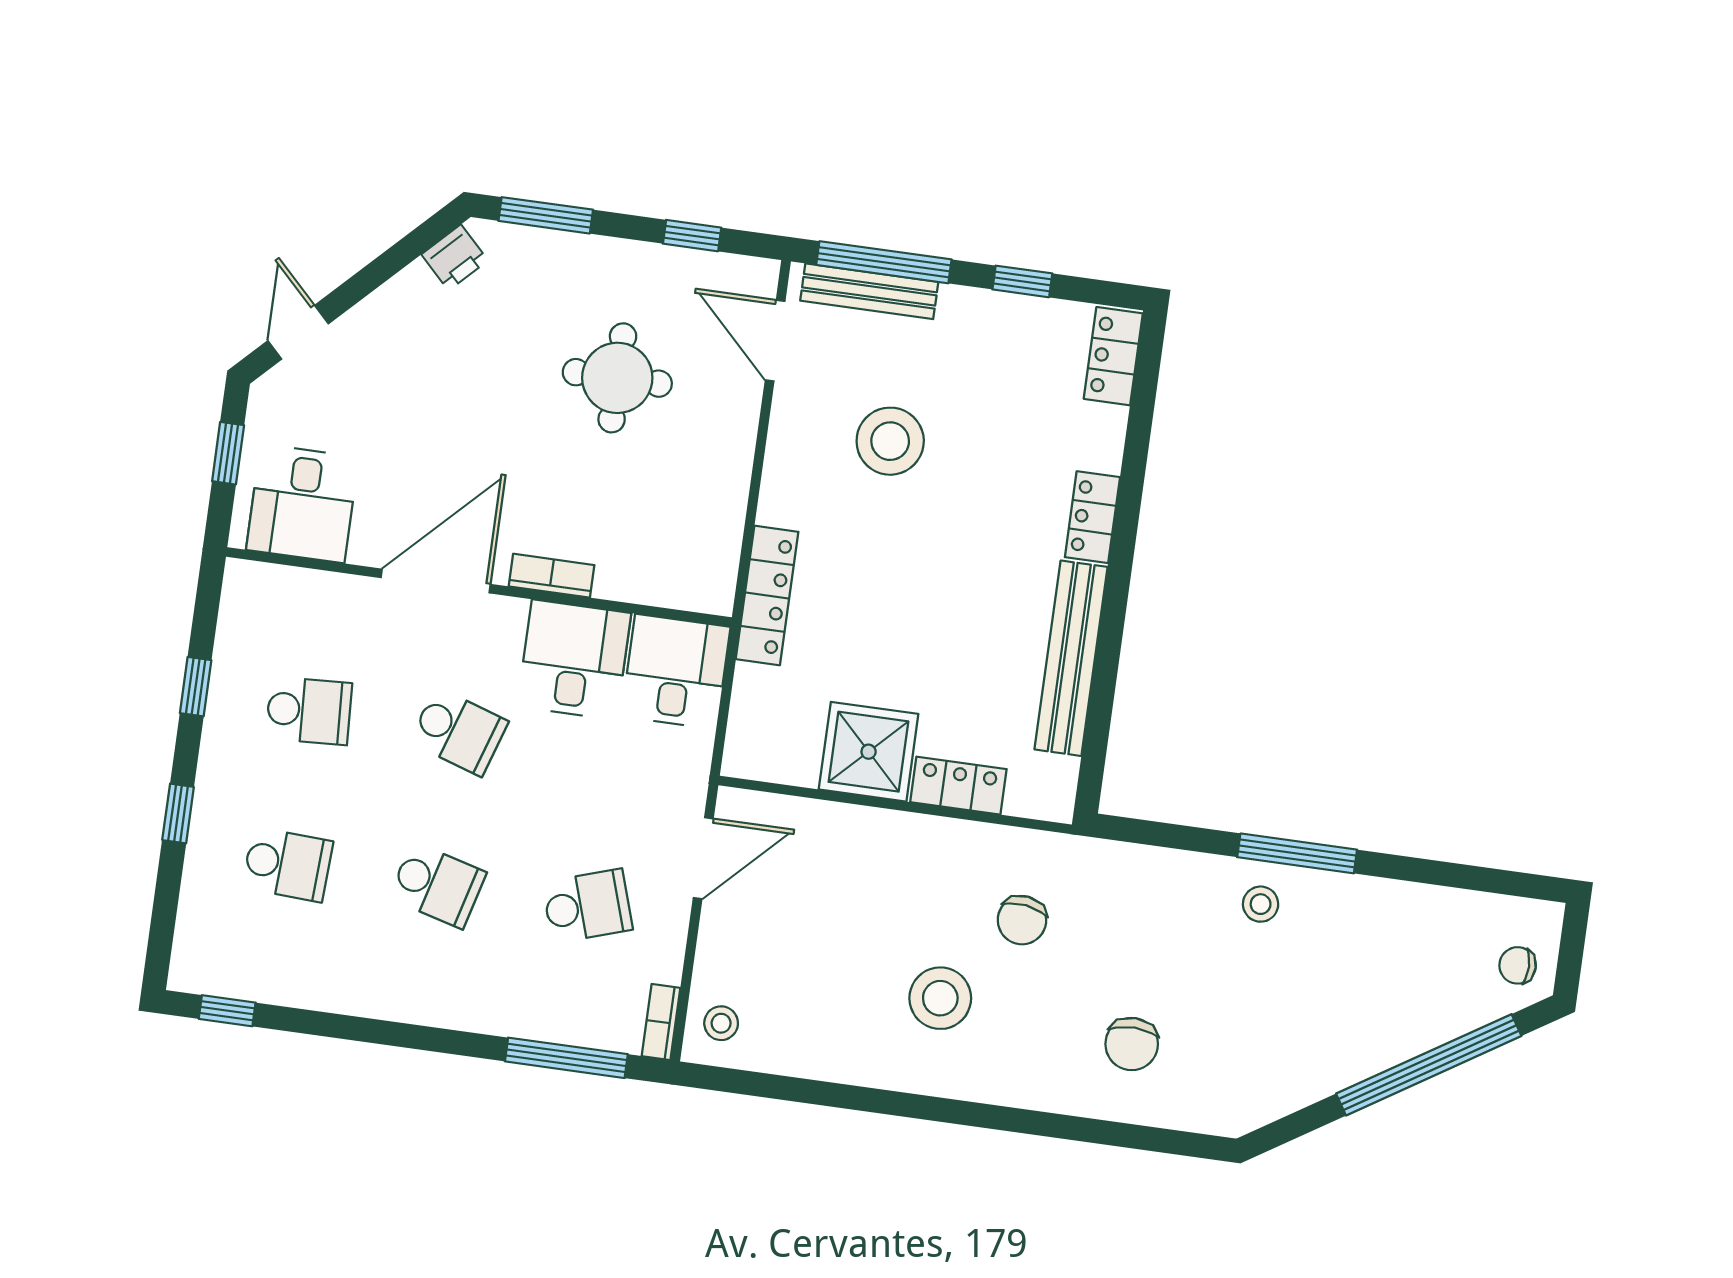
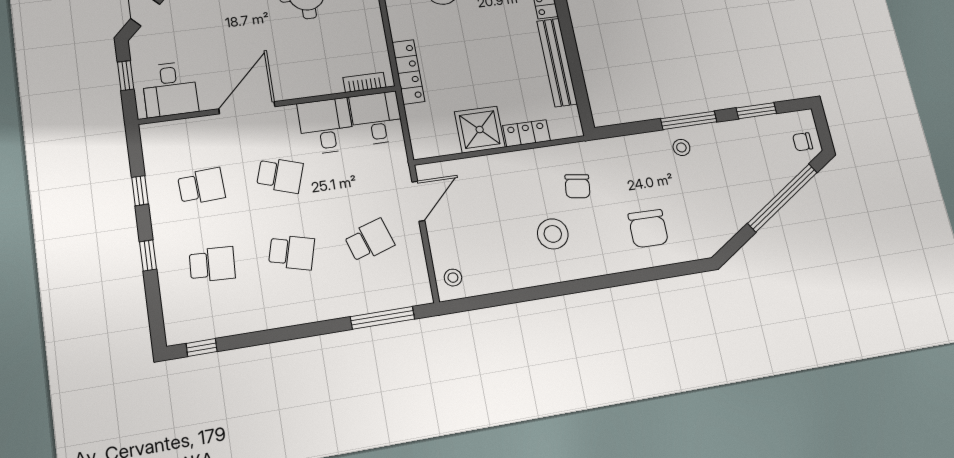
bookcase: (552, 576) -> (364, 82), moved
window: (1446, 874) -> (756, 111), added
bookcase: (661, 1022) -> (424, 286), removed
chair: (1132, 1044) -> (648, 229), width x1.37, depth x1.37

